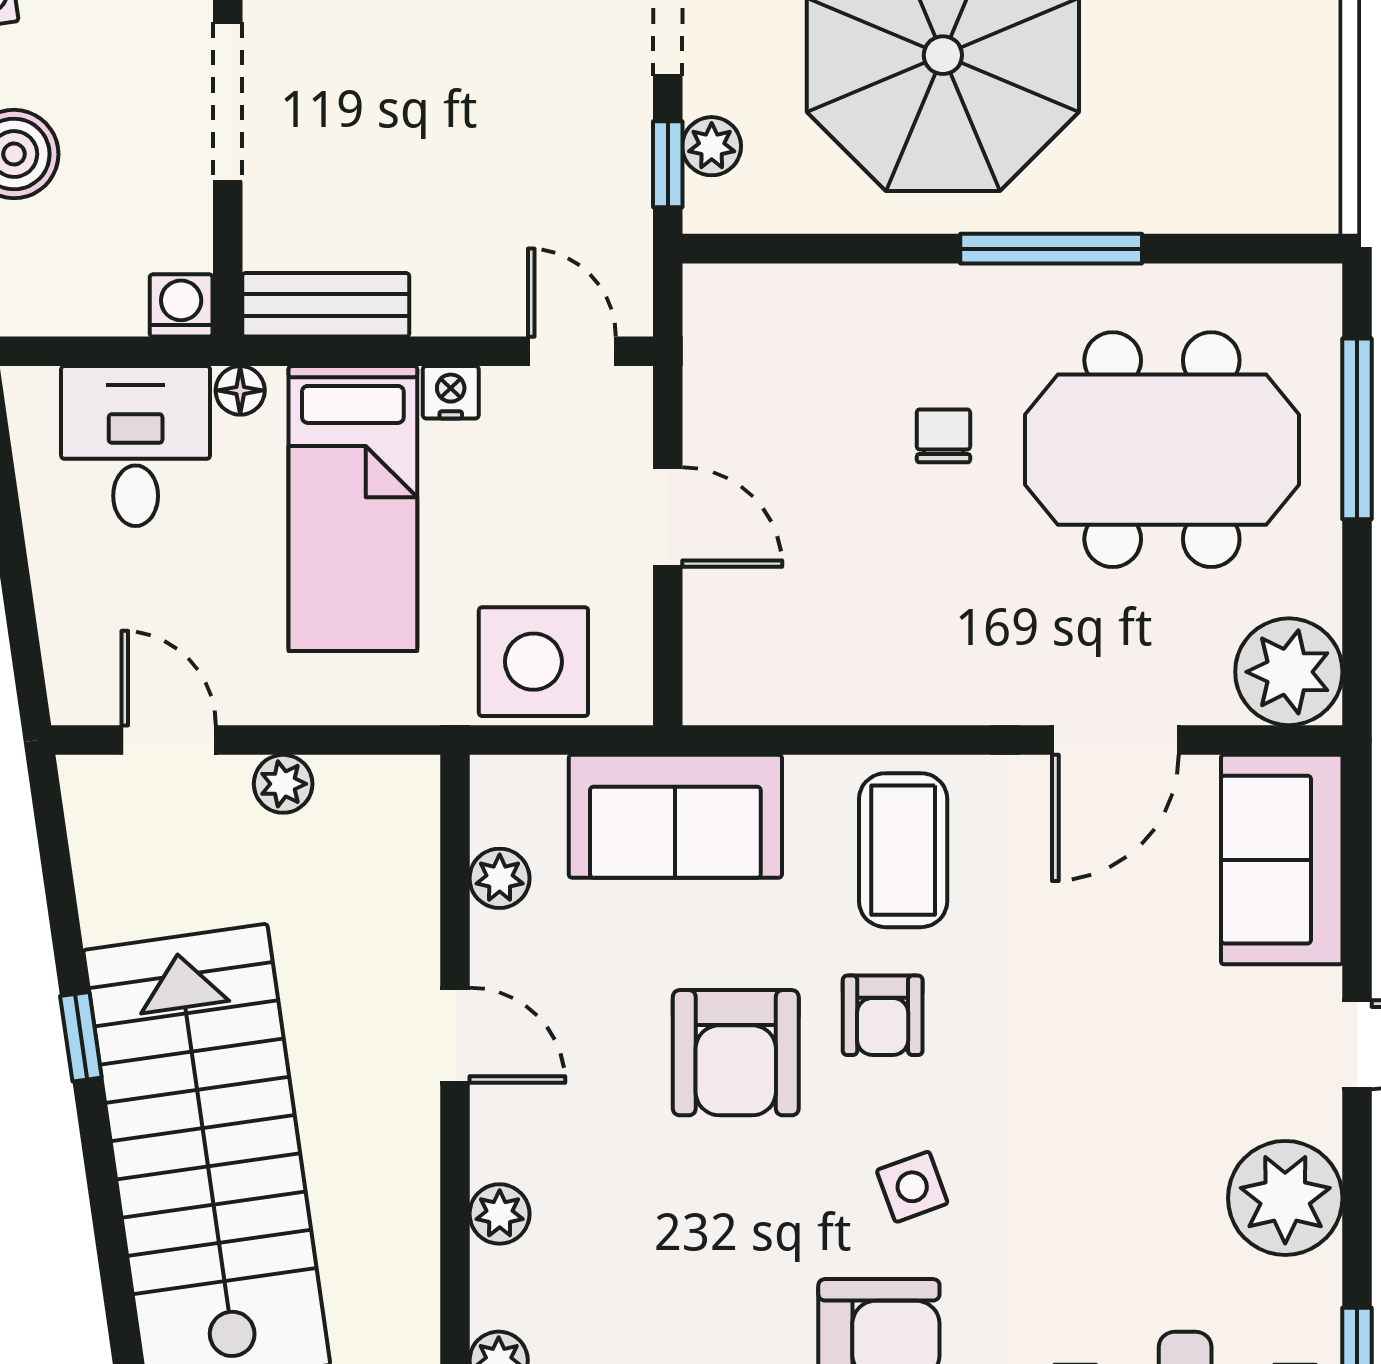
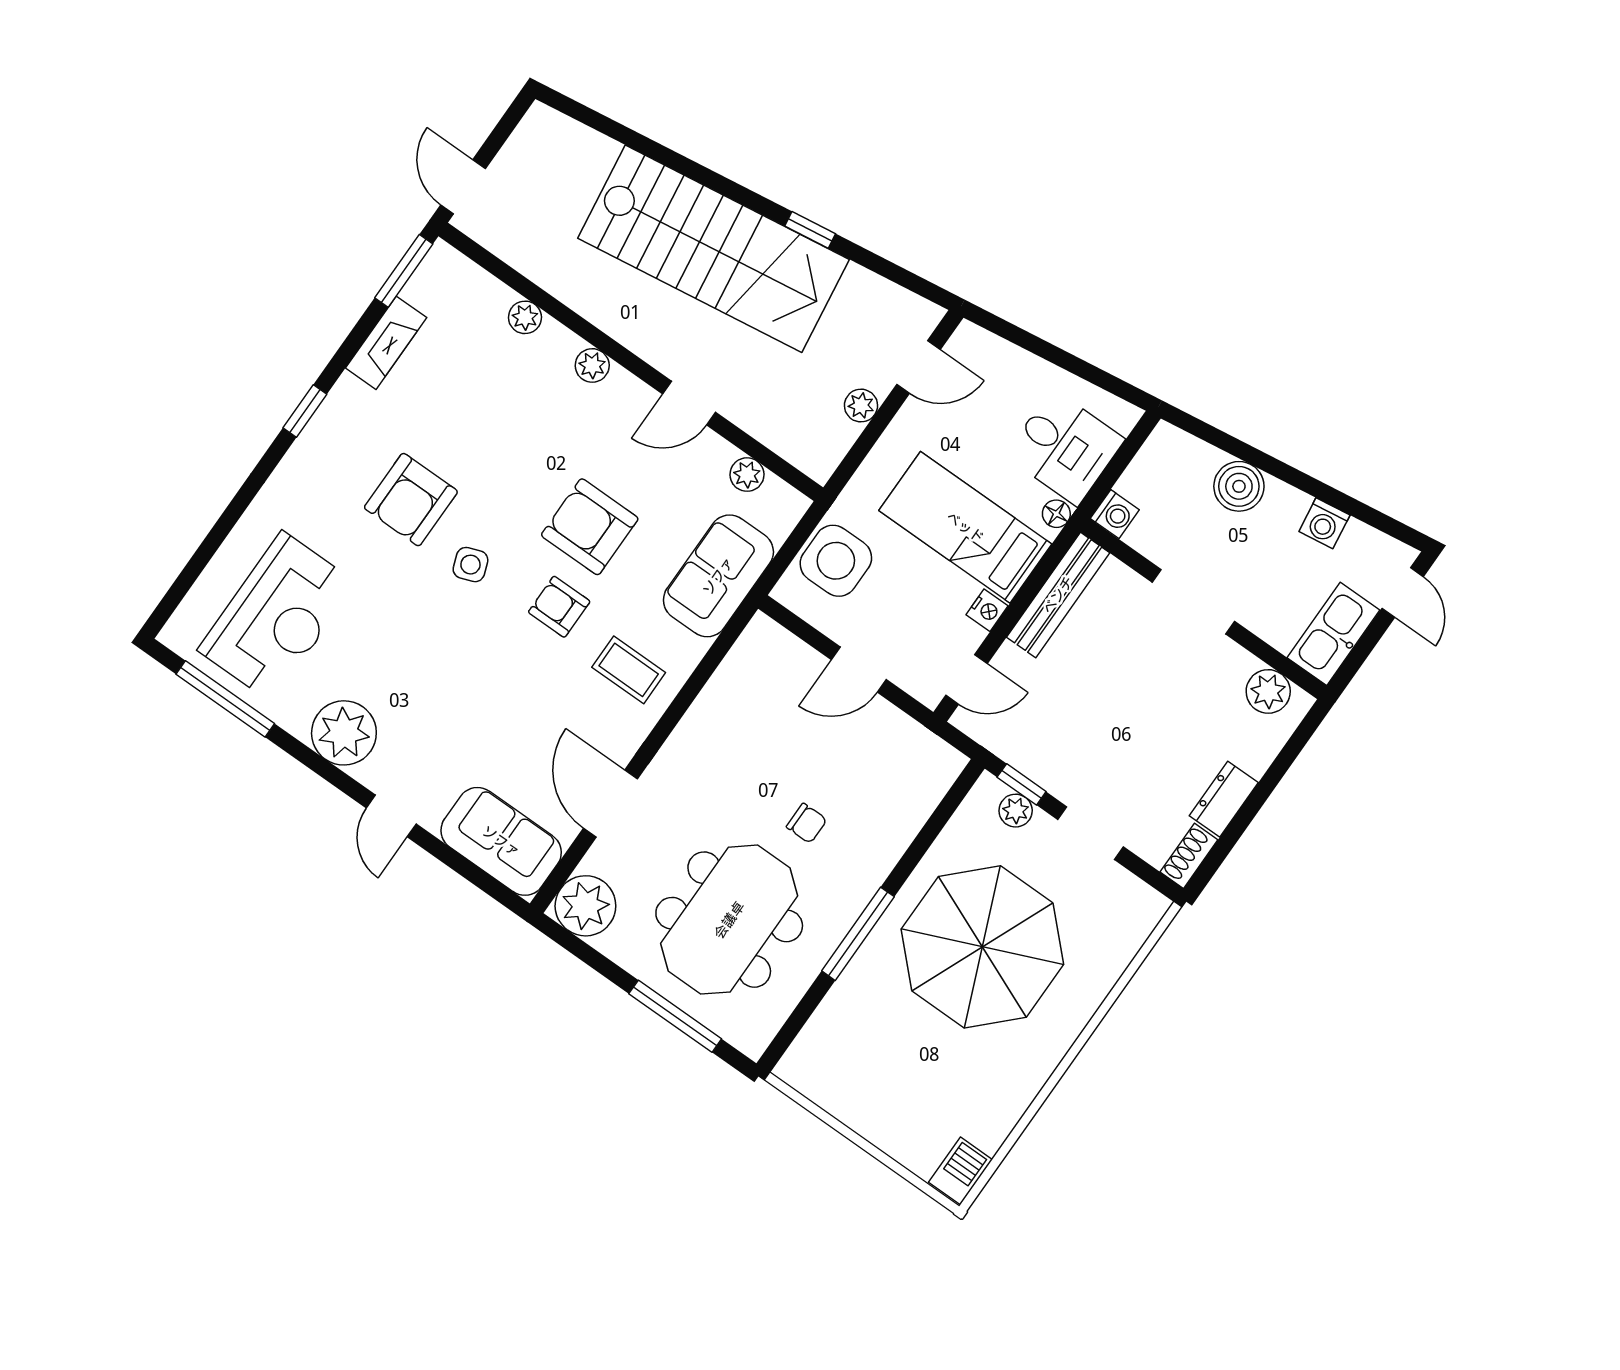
bench: (326, 305) -> (1058, 595), width x1.36
coffee table: (903, 850) -> (629, 670), width x0.73, depth x0.77

